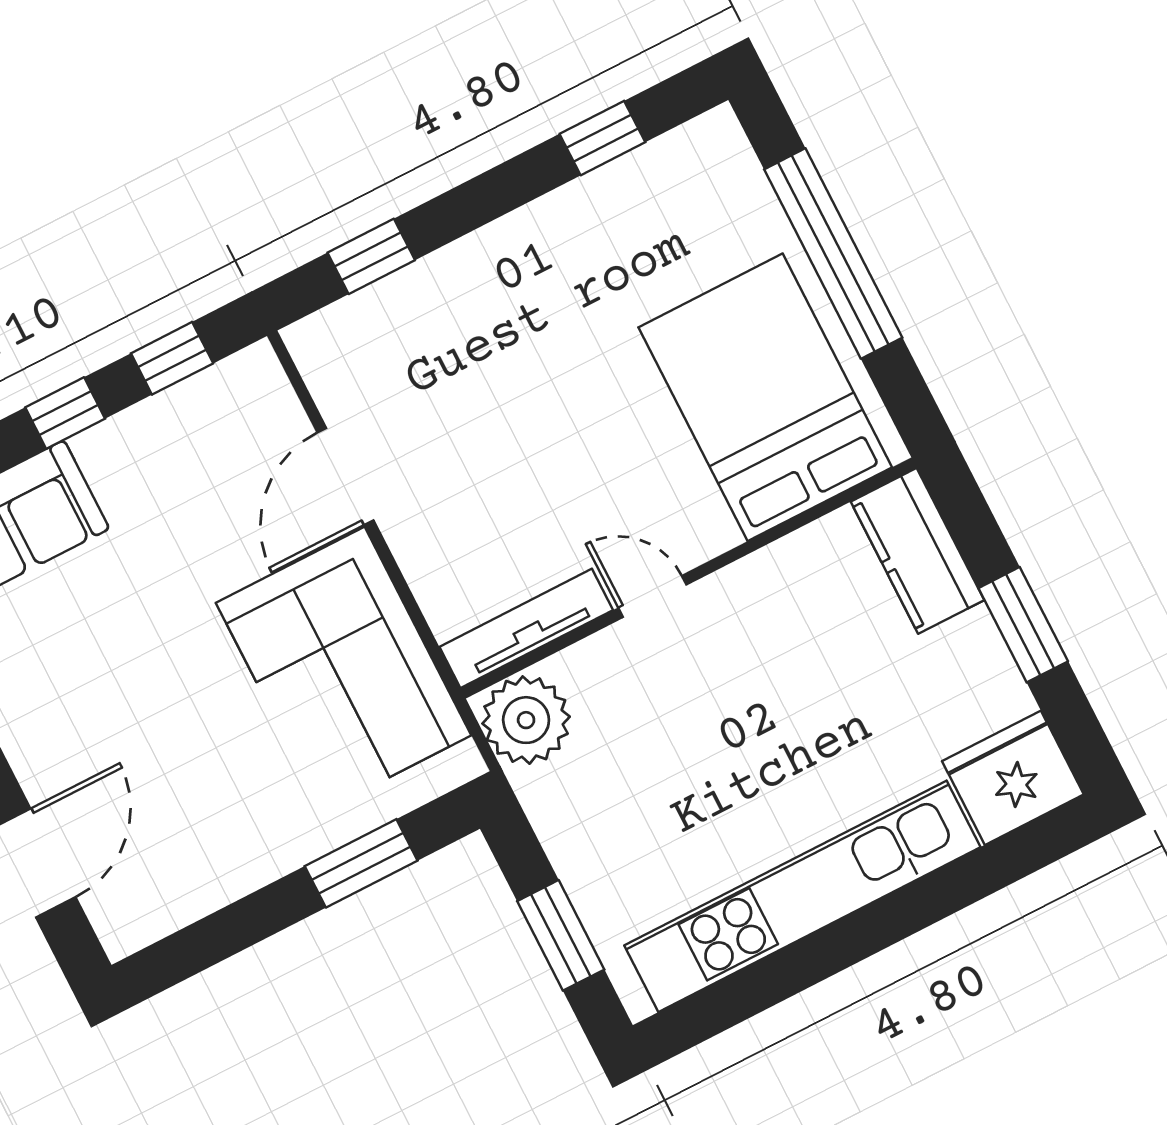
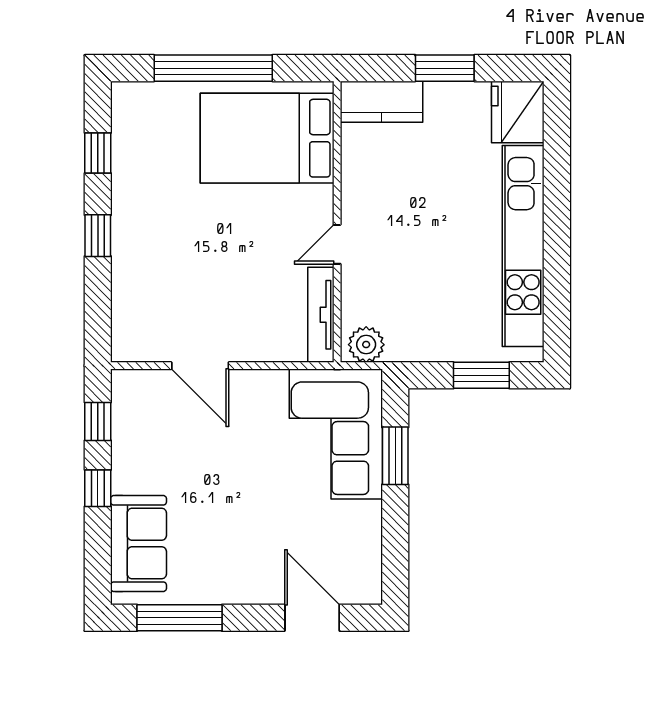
window: (371, 256) -> (98, 236), moved
corner sofa: (344, 669) -> (336, 434), moved, turned 90
plant: (526, 720) -> (366, 345), width x0.73, depth x0.73

